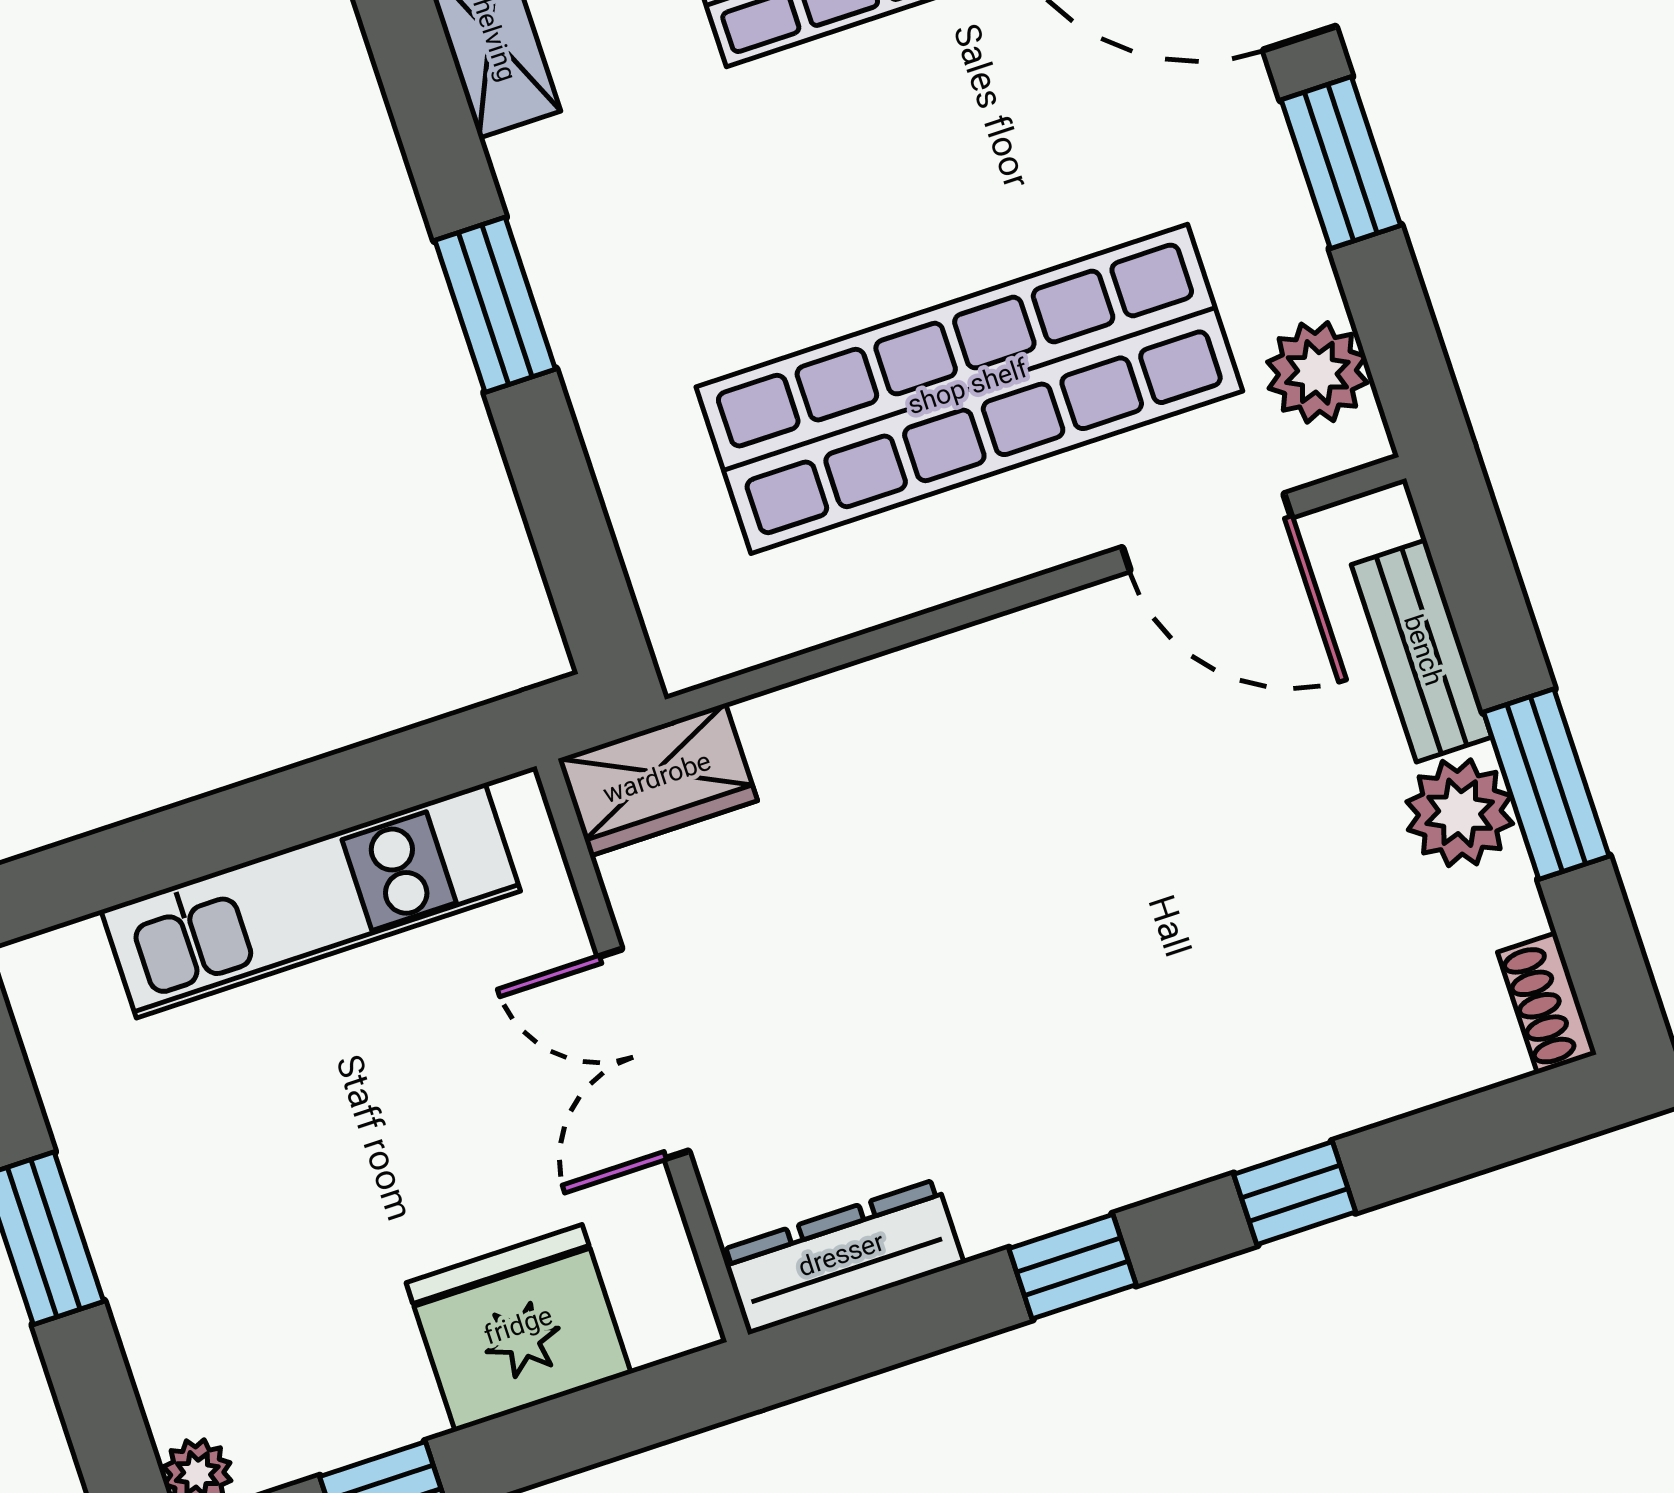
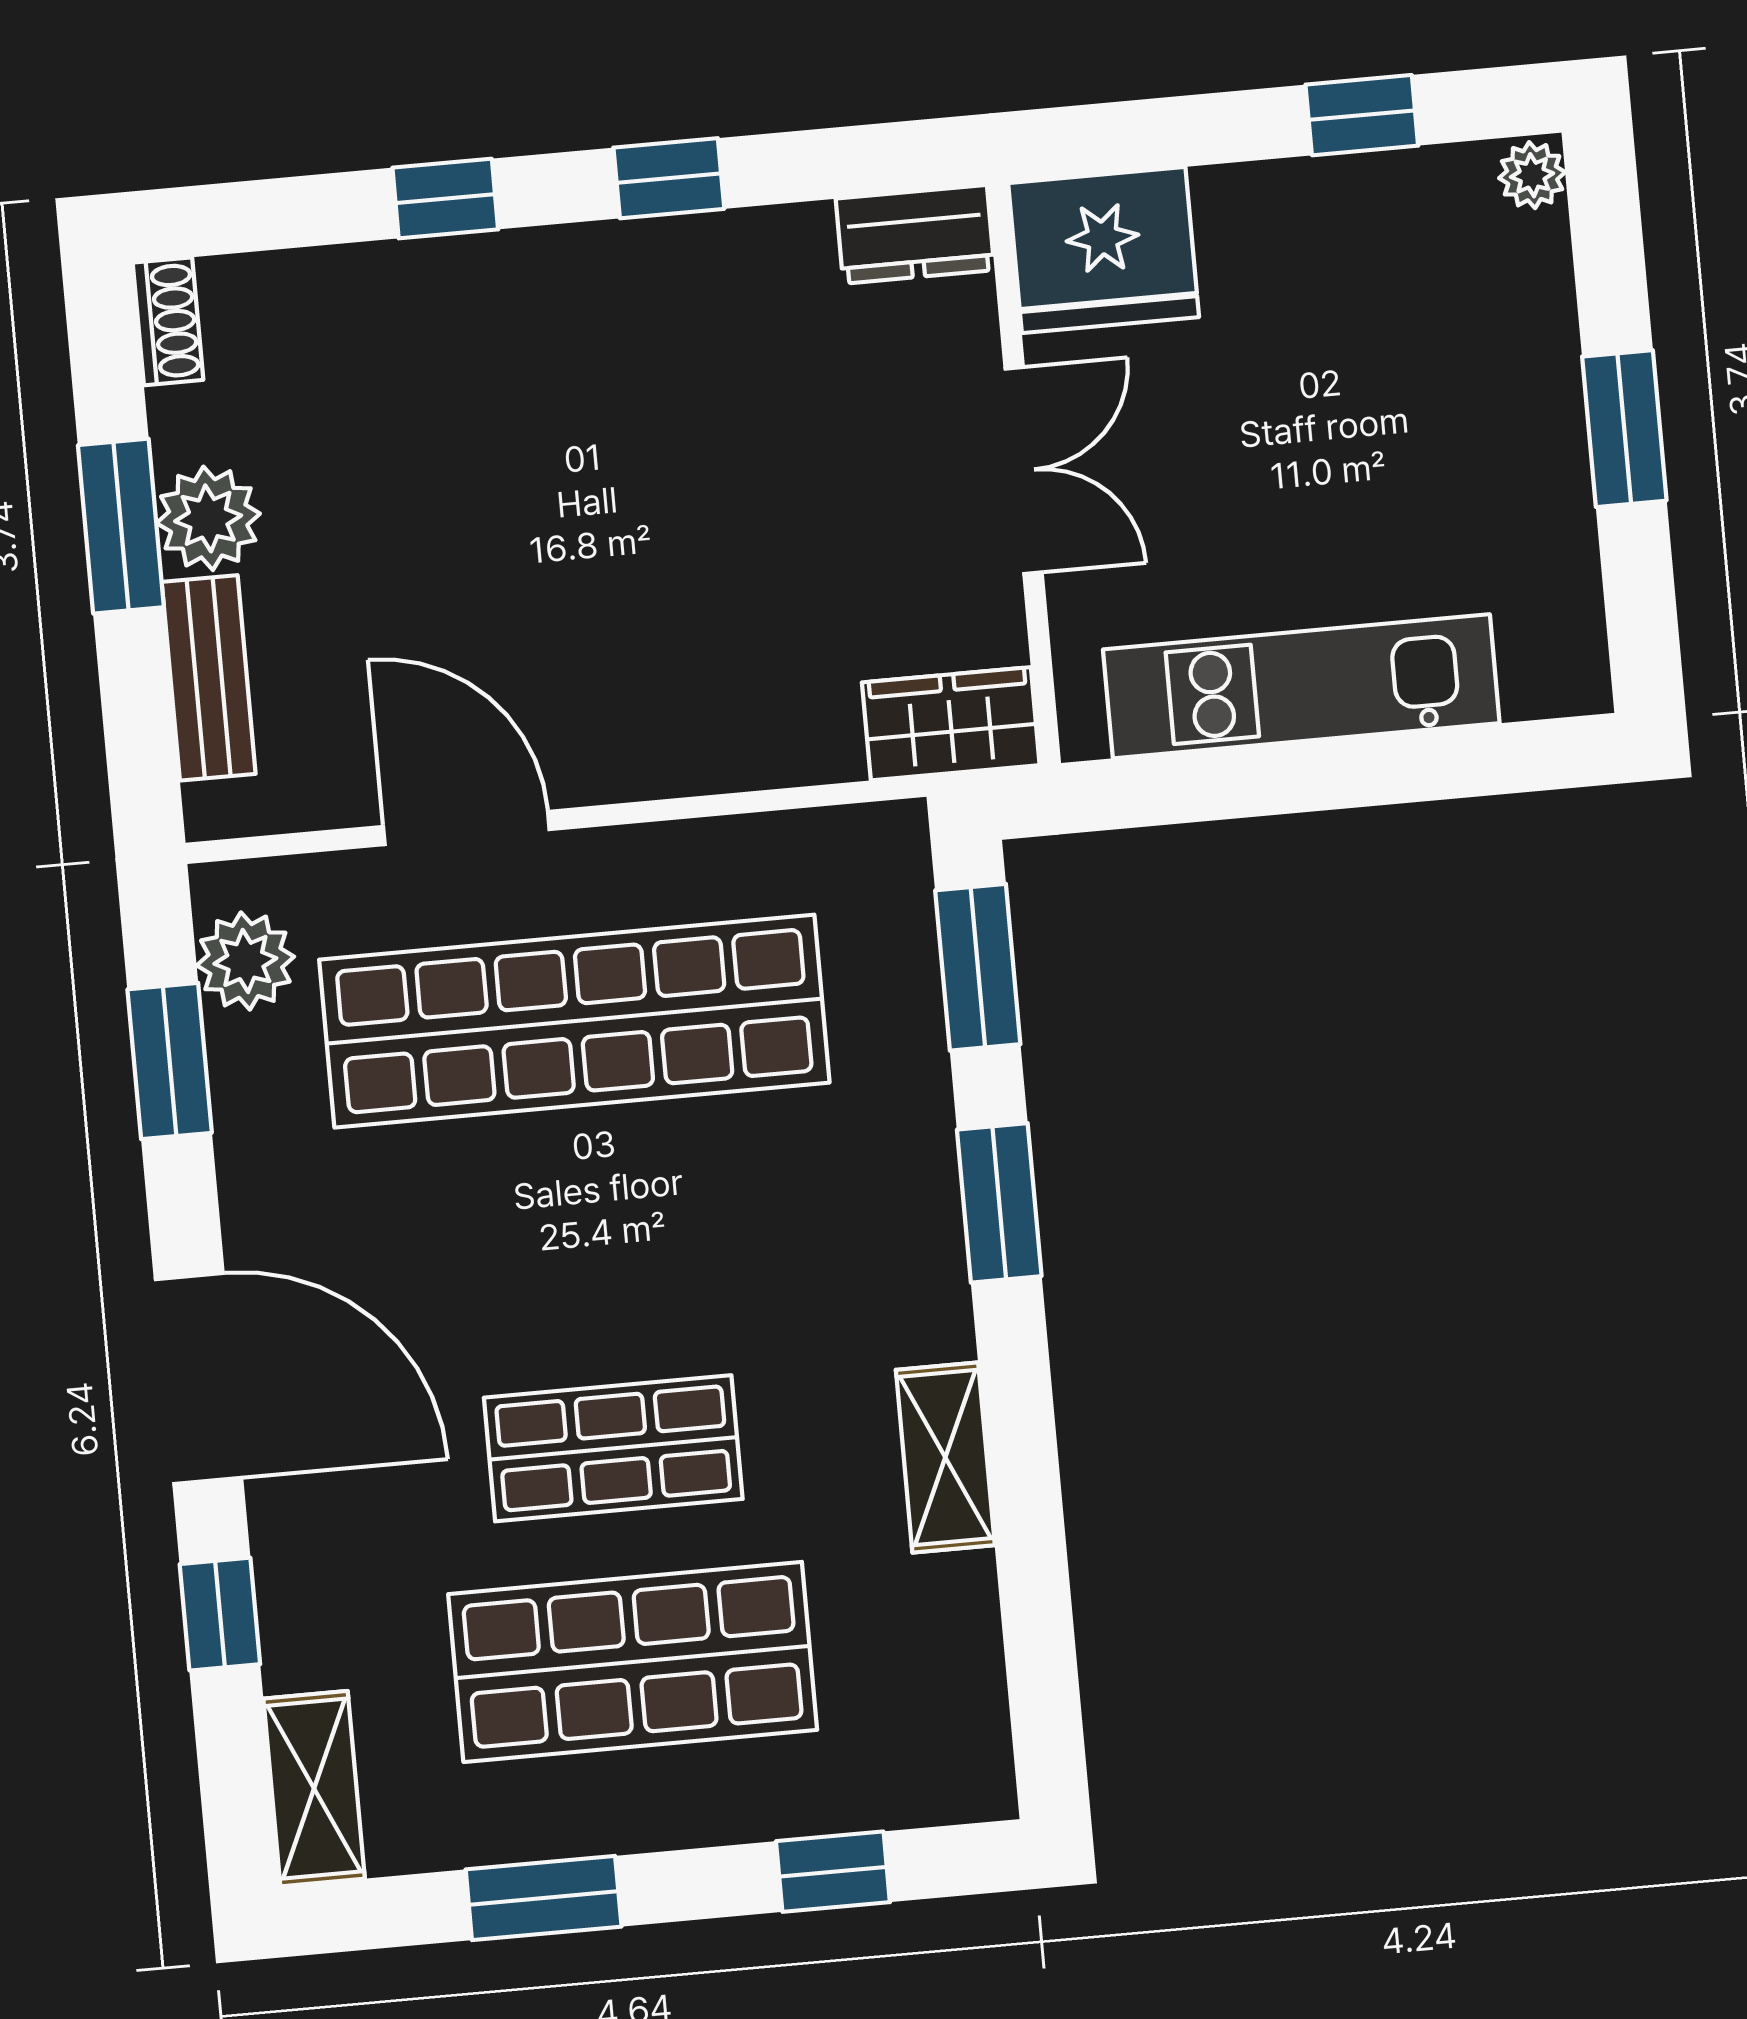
window: (1341, 163) -> (170, 1061), moved
door: (1207, 532) -> (466, 828), moved
window: (573, 539) -> (978, 967), added
dresser: (842, 1257) -> (915, 234), width x0.70
fridge: (519, 1328) -> (1104, 250), moved

